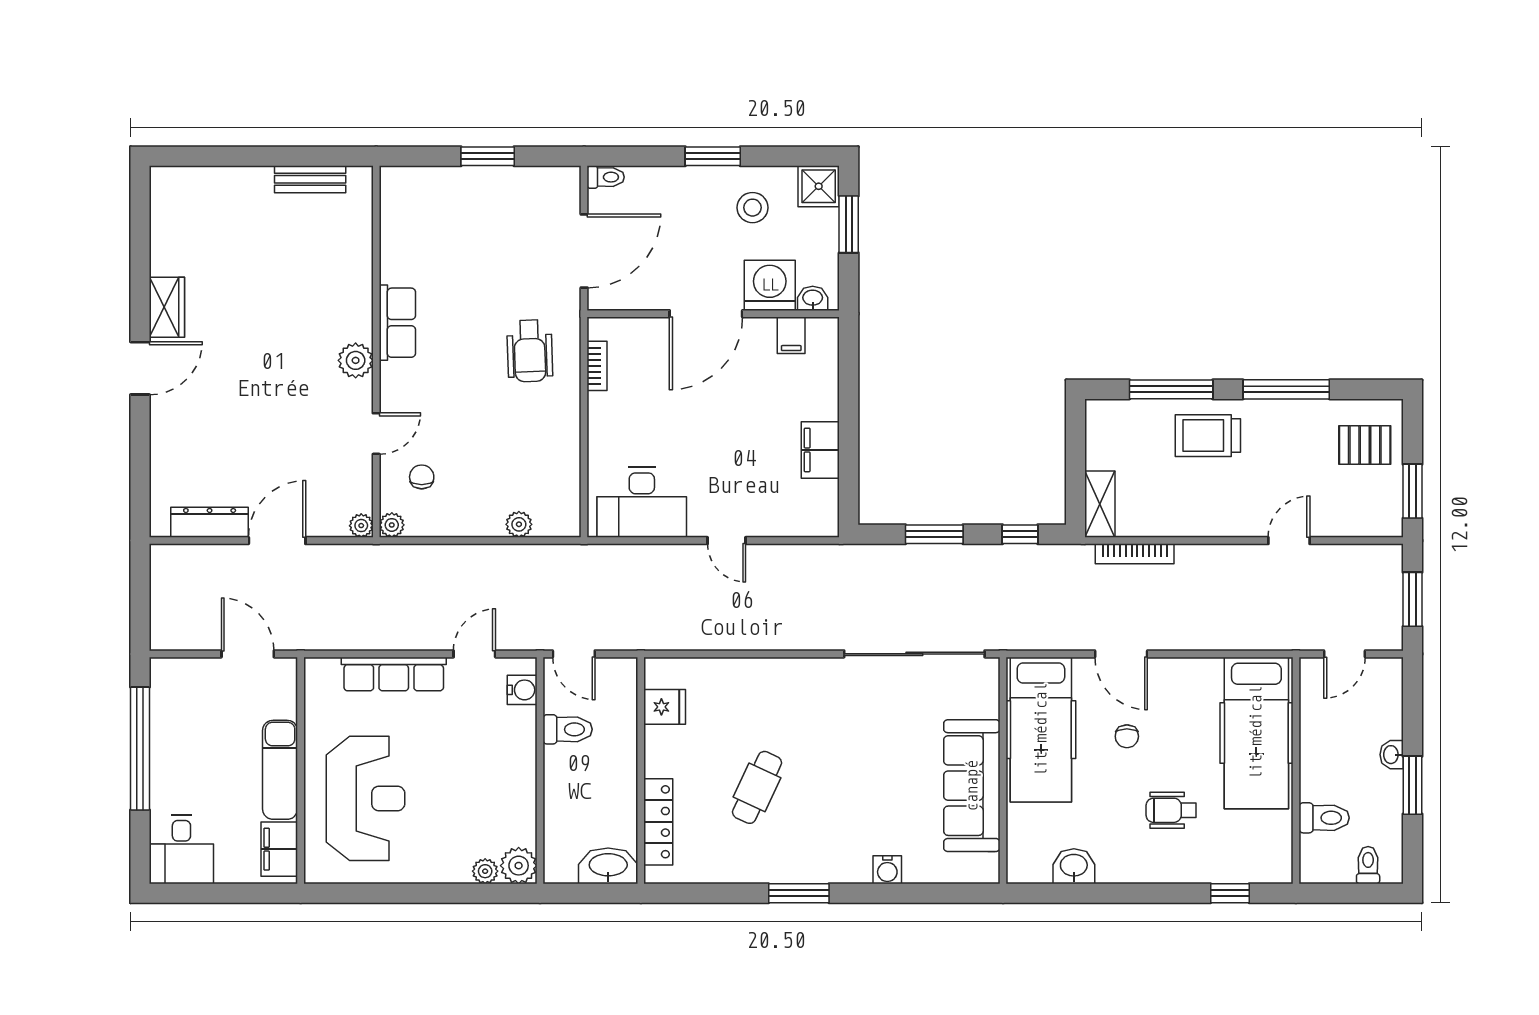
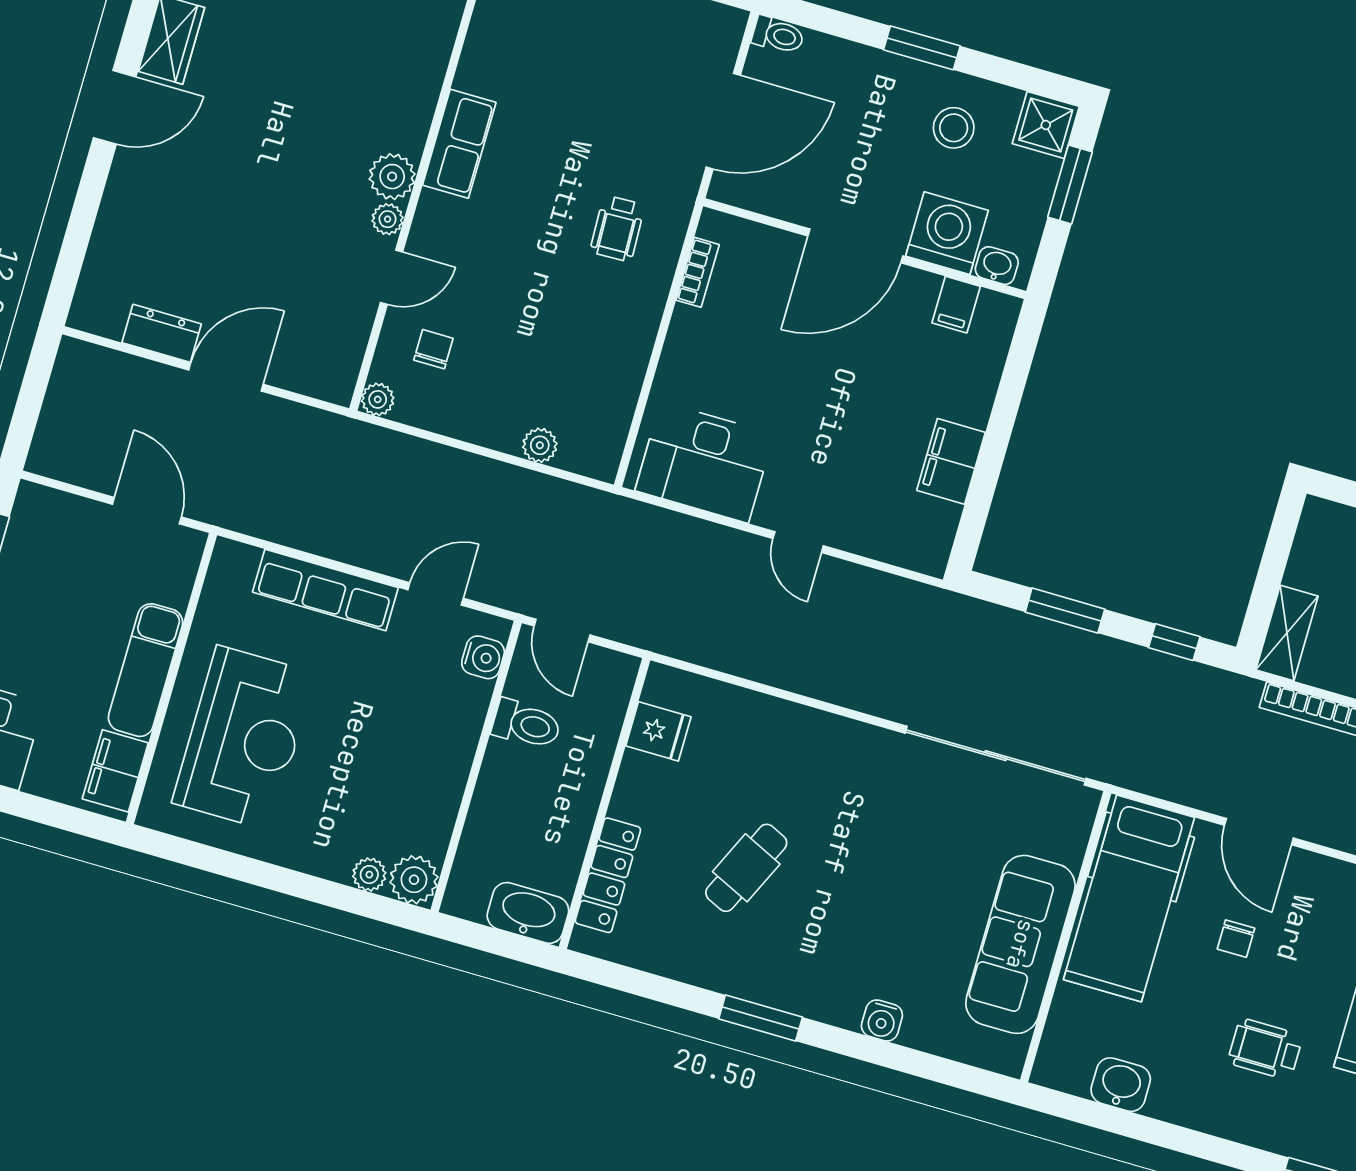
wheelchair: (530, 351) -> (617, 229), width x0.73, depth x0.73
dresser: (210, 522) -> (162, 333), width x0.70
plant: (361, 526) -> (388, 219), moved

